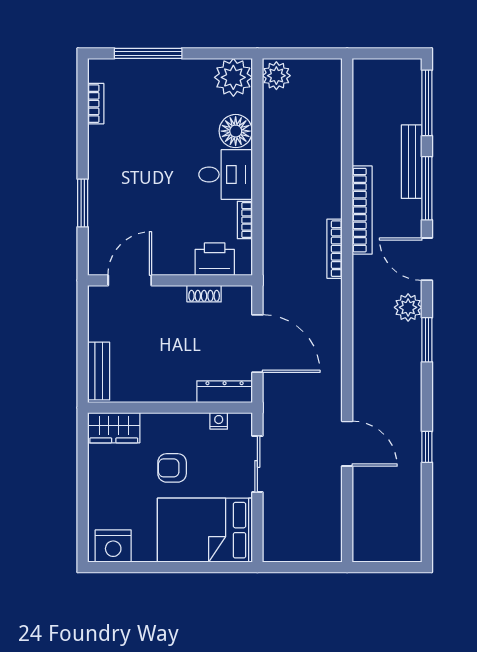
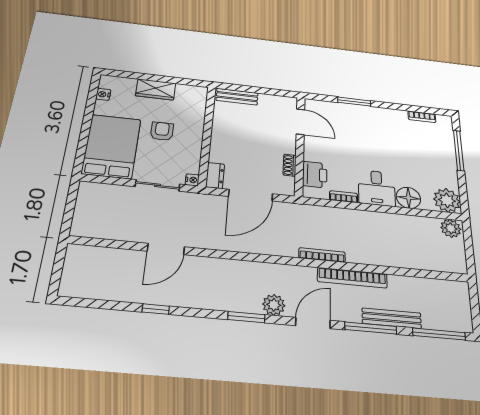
dresser: (225, 392) -> (215, 175), width x0.70
nightstand: (219, 421) -> (192, 180), moved
wardrobe: (114, 428) -> (156, 89), moved, turned -90
nightstand: (113, 546) -> (103, 94), width x0.53, depth x0.56

